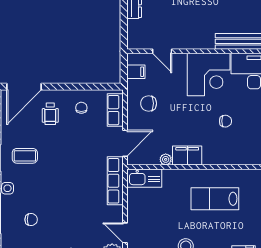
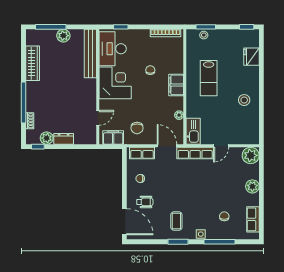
filing cabinet: (136, 72) -> (113, 138), width x2.00
filing cabinet: (187, 156) -> (176, 85), moved
door: (125, 233) -> (221, 146), moved

